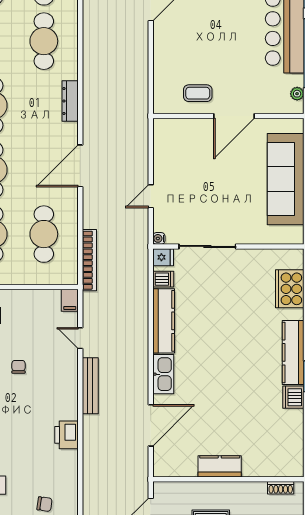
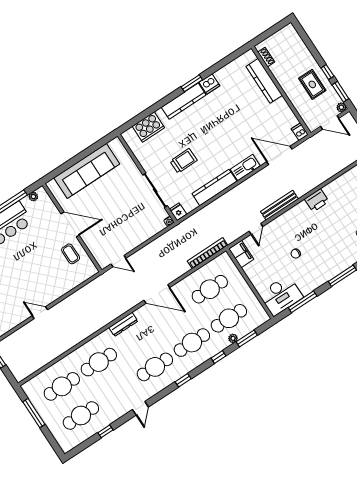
door: (151, 196) -> (118, 261), moved
dishwasher: (163, 279) -> (300, 132), moved
filing cabinet: (70, 300) -> (241, 254), width x2.00
trolley: (221, 305) -> (184, 161), added
kitchen counter: (220, 466) -> (264, 81), moved, width x1.50

